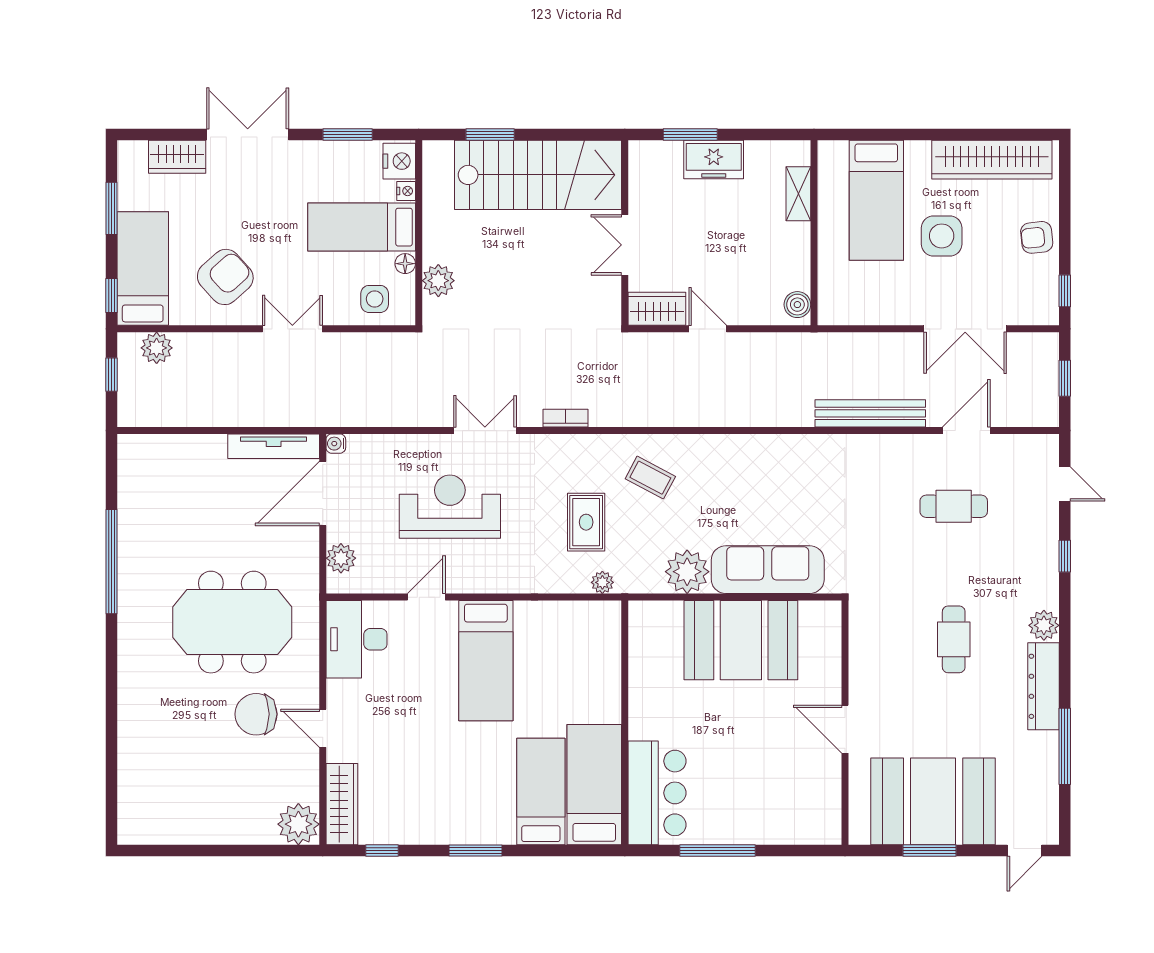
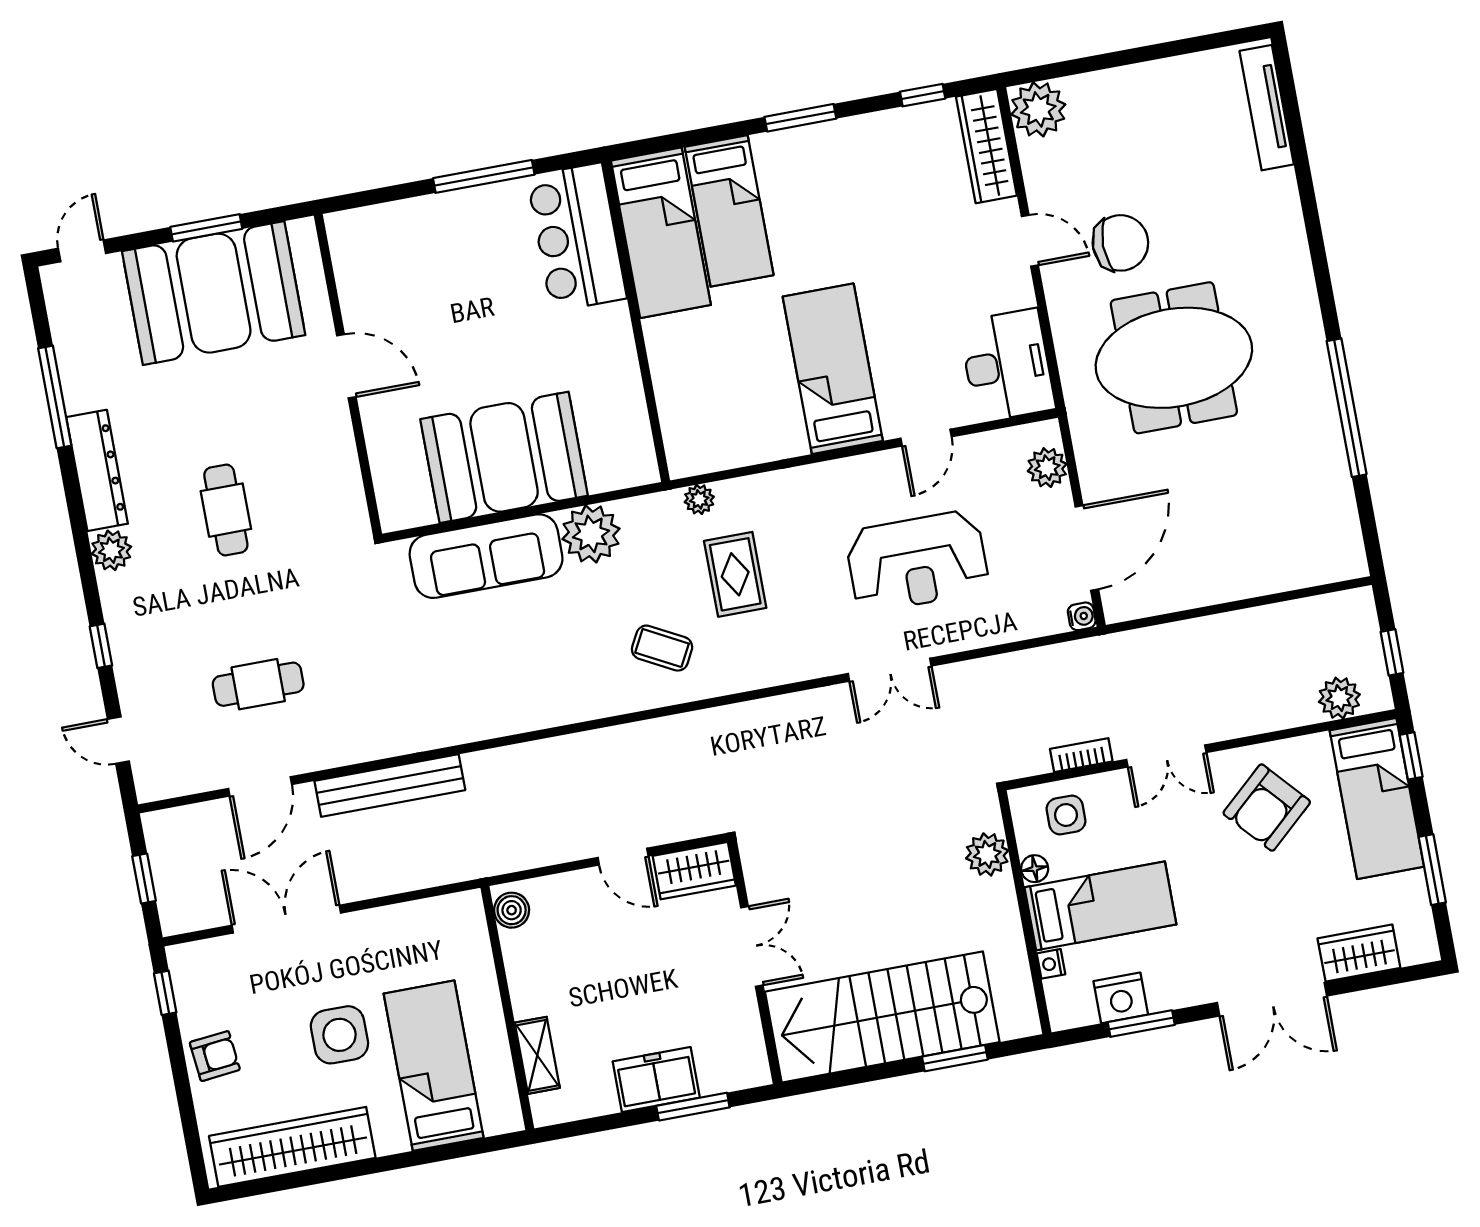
nightstand: (399, 161) -> (1121, 998), moved, turned -90
bookcase: (565, 418) -> (1081, 755), moved, turned 180
tv unit: (274, 446) -> (1267, 108), moved, turned -90

